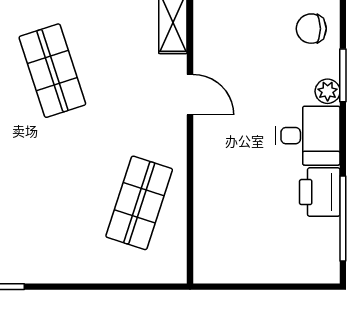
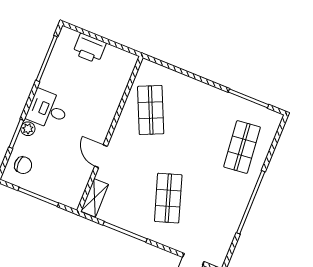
printer: (320, 192) -> (89, 48), moved, turned 90
shop shelf: (139, 203) -> (151, 110), turned -42

